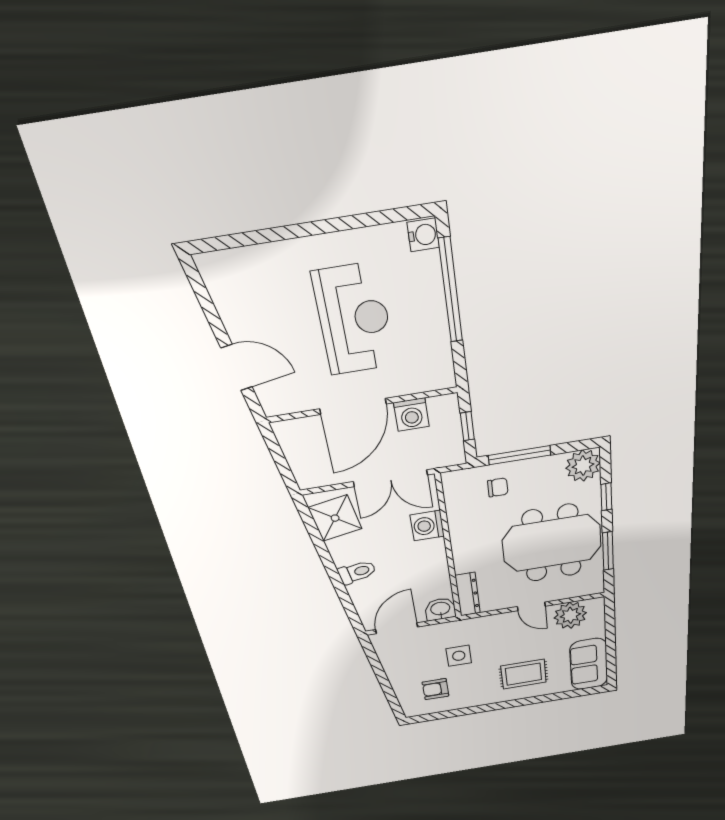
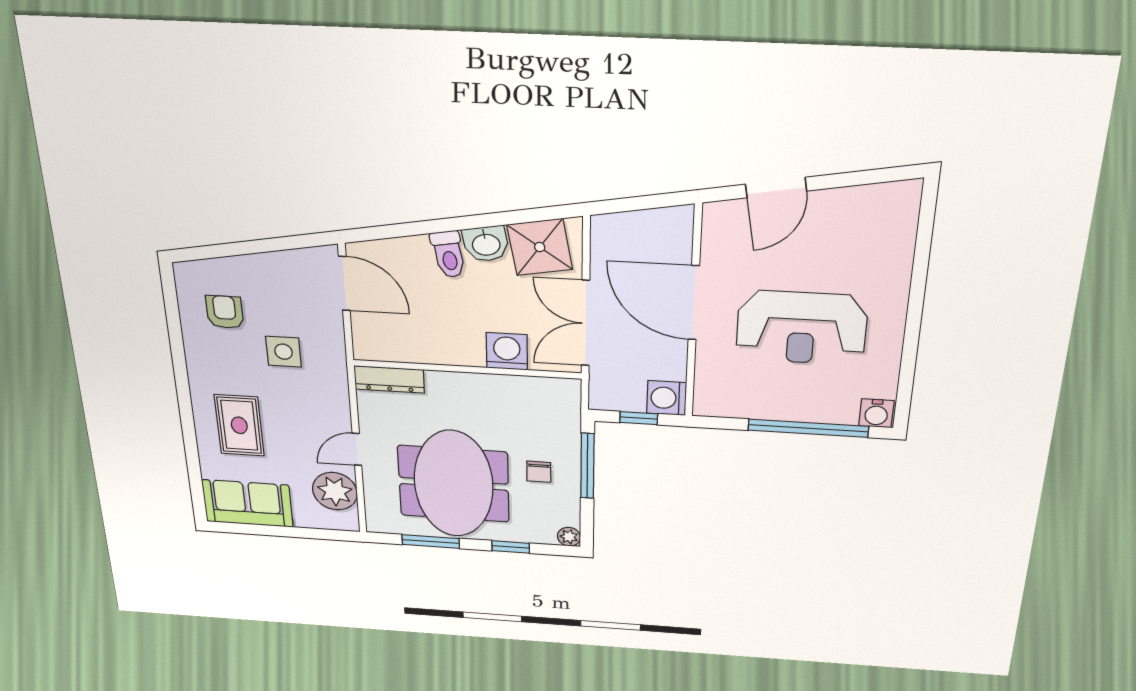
washing machine: (411, 414) -> (667, 398), moved
plant: (583, 466) -> (569, 537), width x0.53, depth x0.53
chair: (498, 487) -> (539, 472), moved
washbasin: (440, 609) -> (486, 244), moved, turned 80

